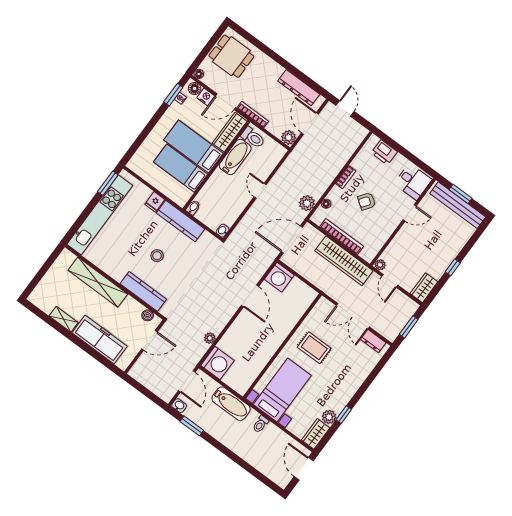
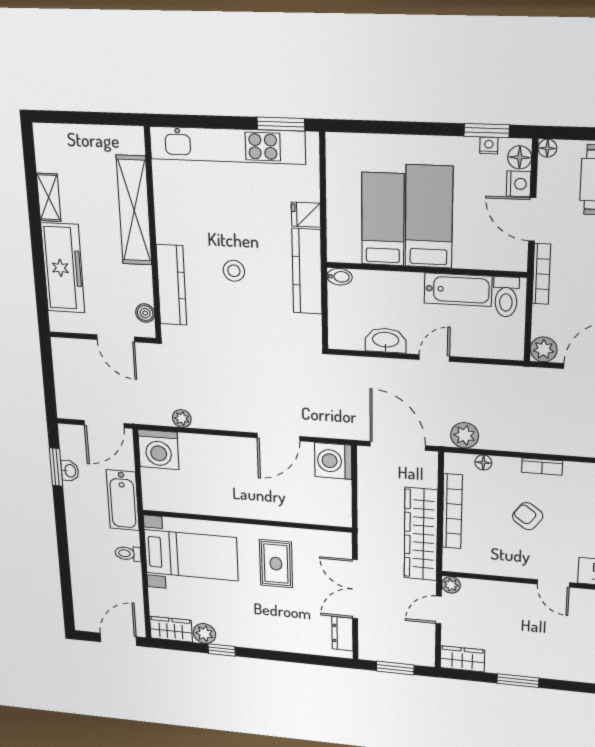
wardrobe: (230, 132) -> (489, 257), removed
washbasin: (223, 231) -> (386, 340), moved, width x1.91, depth x1.45
window: (453, 267) -> (518, 681), width x1.50
washbasin: (179, 406) -> (70, 471), moved

